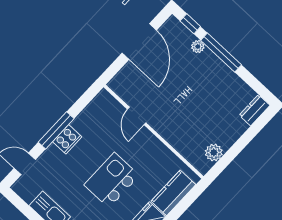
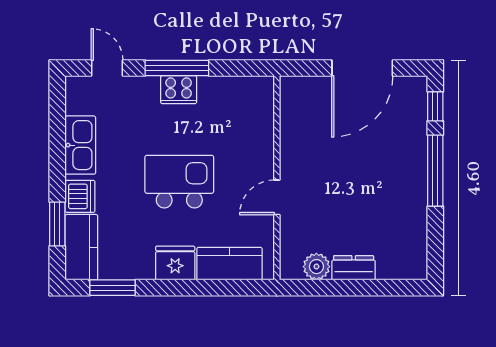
plant: (198, 47) -> (418, 138), removed
dresser: (255, 110) -> (354, 268), moved
door: (137, 116) -> (277, 197), moved

